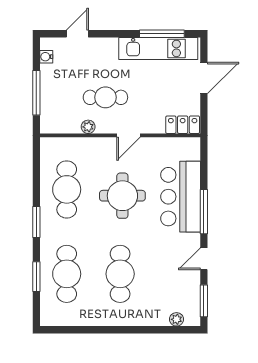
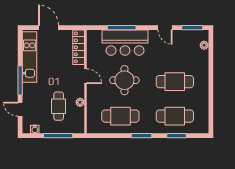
window: (162, 34) -> (20, 80), moved
cafe table: (105, 97) -> (59, 106), moved
locker: (183, 125) -> (79, 47), width x1.53
window: (204, 212) -> (122, 28), moved

